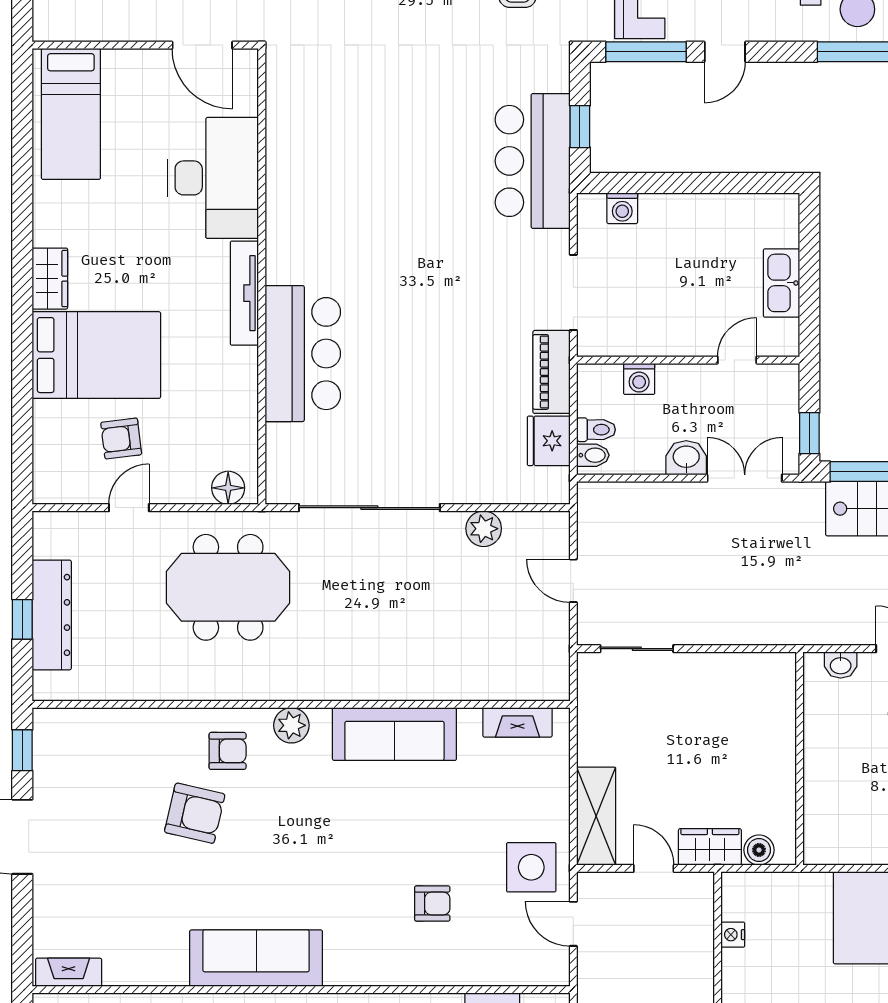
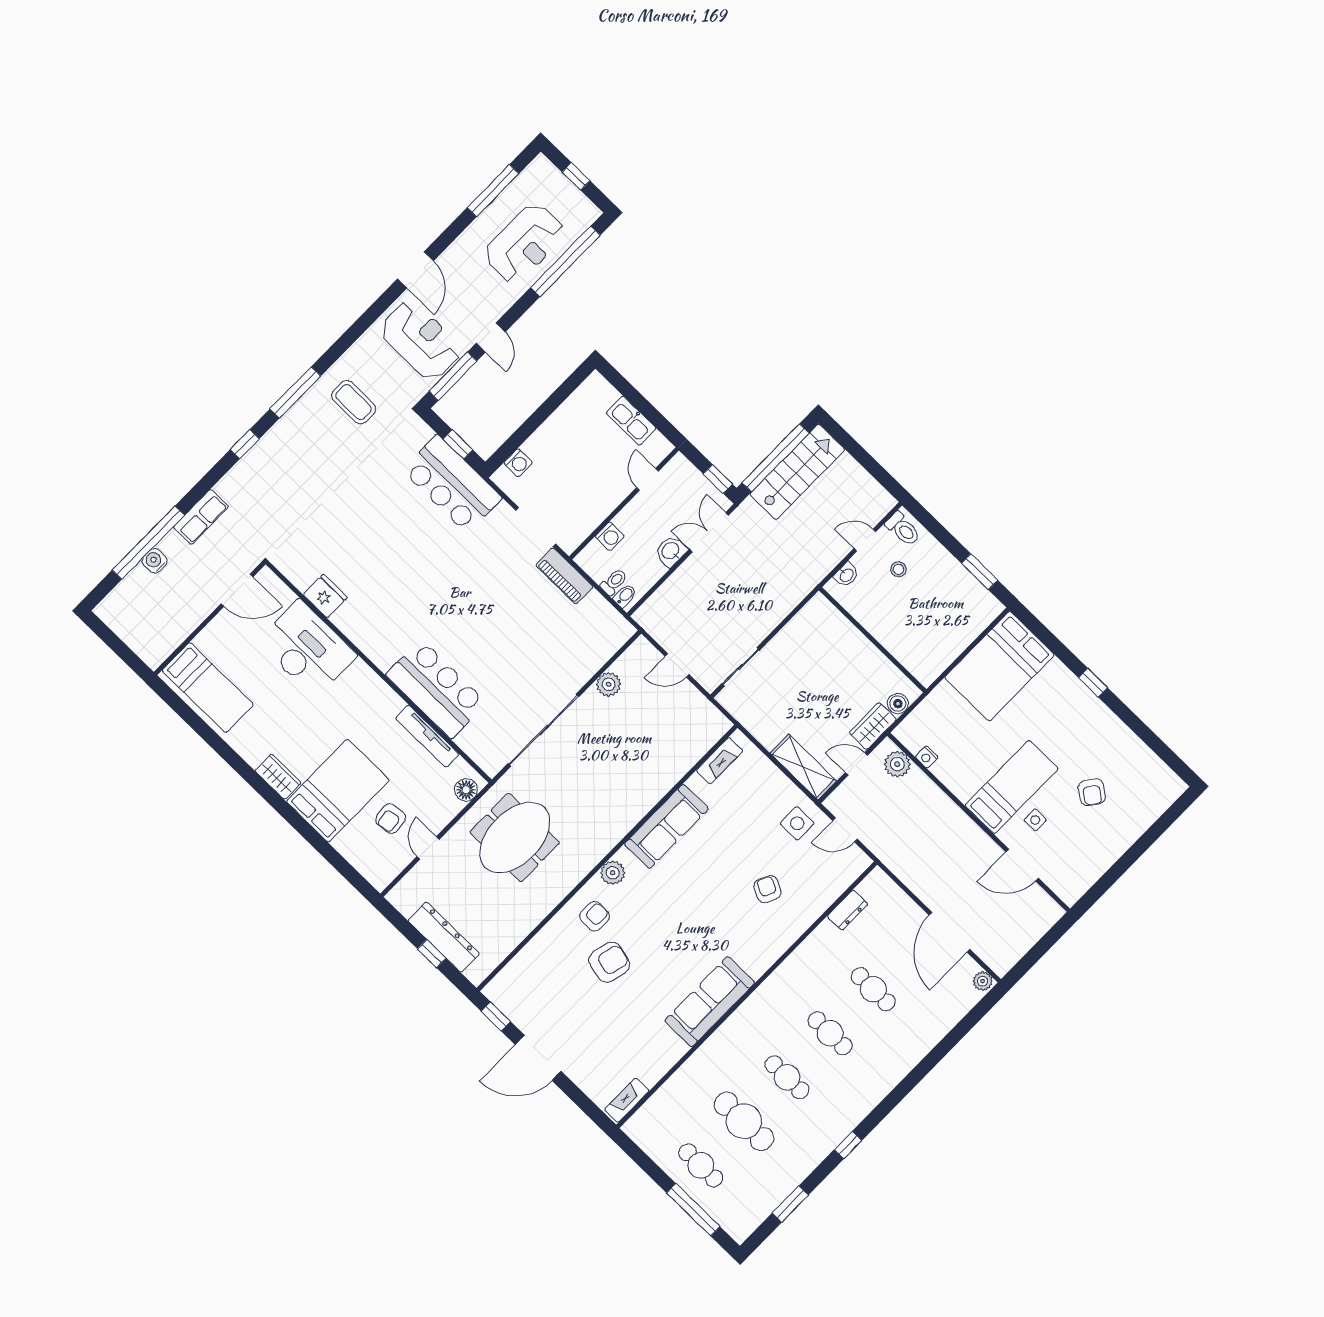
tv unit: (244, 293) -> (427, 736), moved
fridge: (549, 441) -> (325, 596), moved, turned 180
side table: (531, 867) -> (797, 823), width x0.73, depth x0.73
armchair: (432, 904) -> (767, 889), turned -65
plant: (695, 911) -> (897, 764), added

